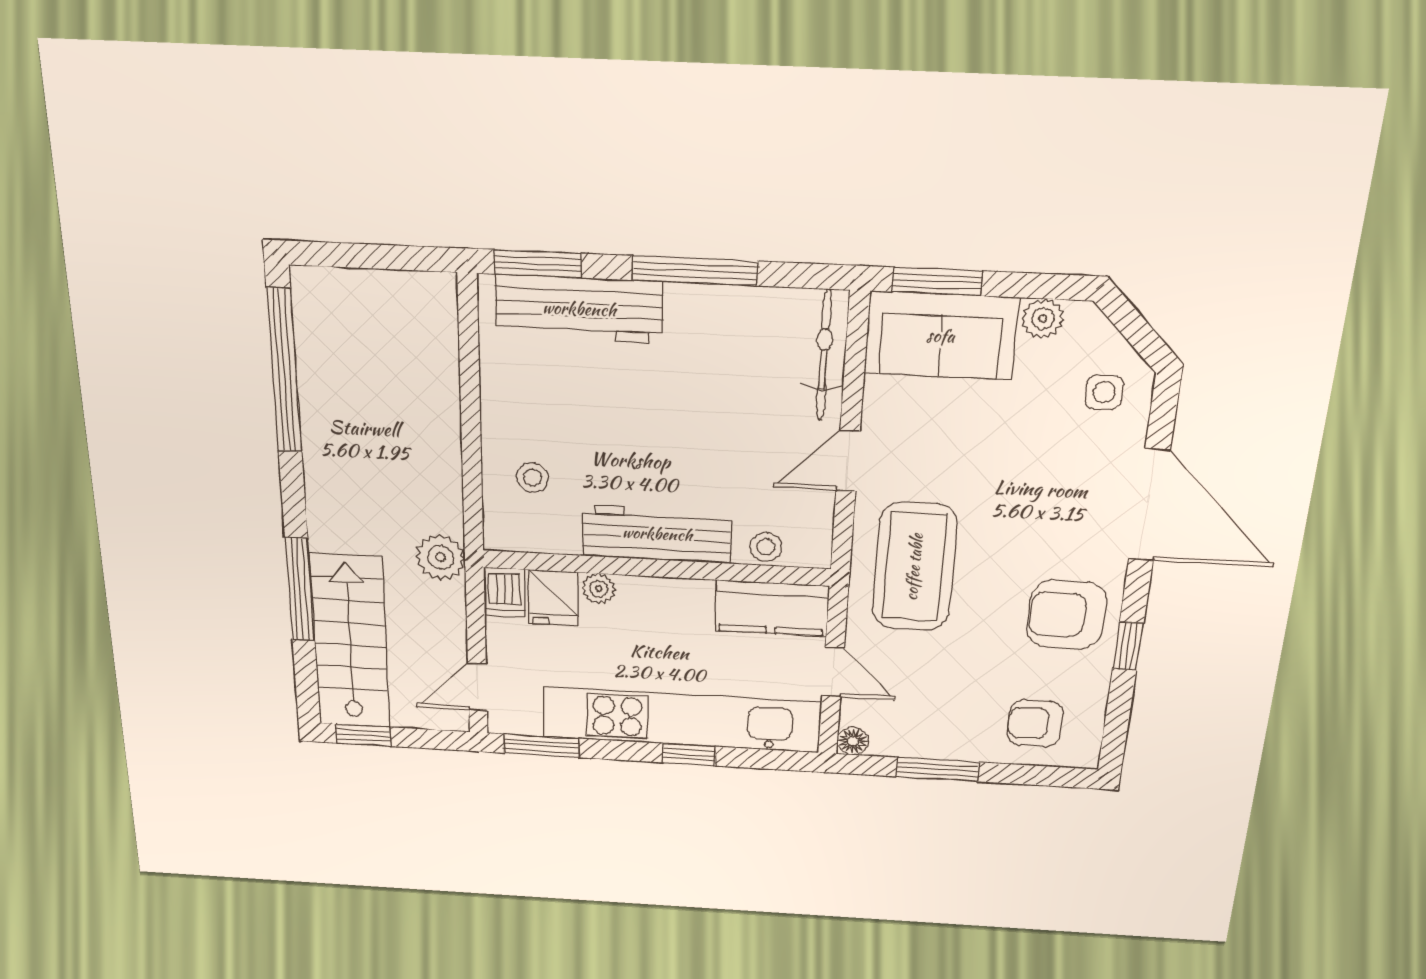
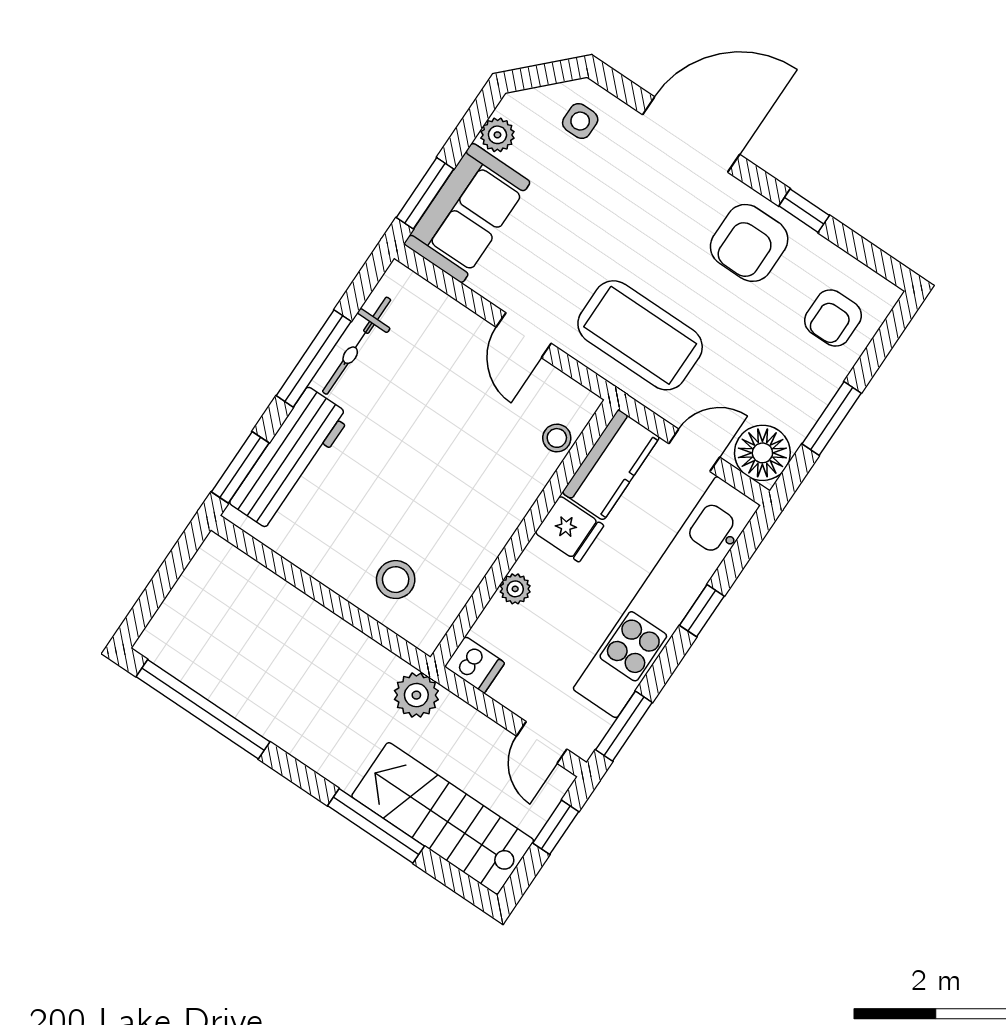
bicycle: (824, 355) -> (357, 346), moved, turned -90
stool: (532, 478) -> (396, 580), width x1.37, depth x1.37
workbench: (657, 534) -> (497, 515), removed
fridge: (553, 598) -> (569, 529), moved
window: (364, 735) -> (556, 827), moved
floor lamp: (853, 741) -> (762, 453), width x1.89, depth x1.89

